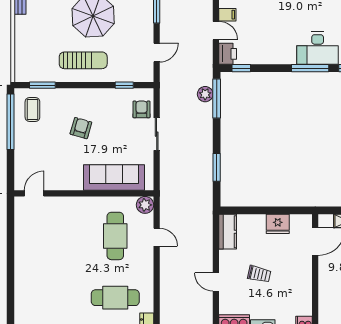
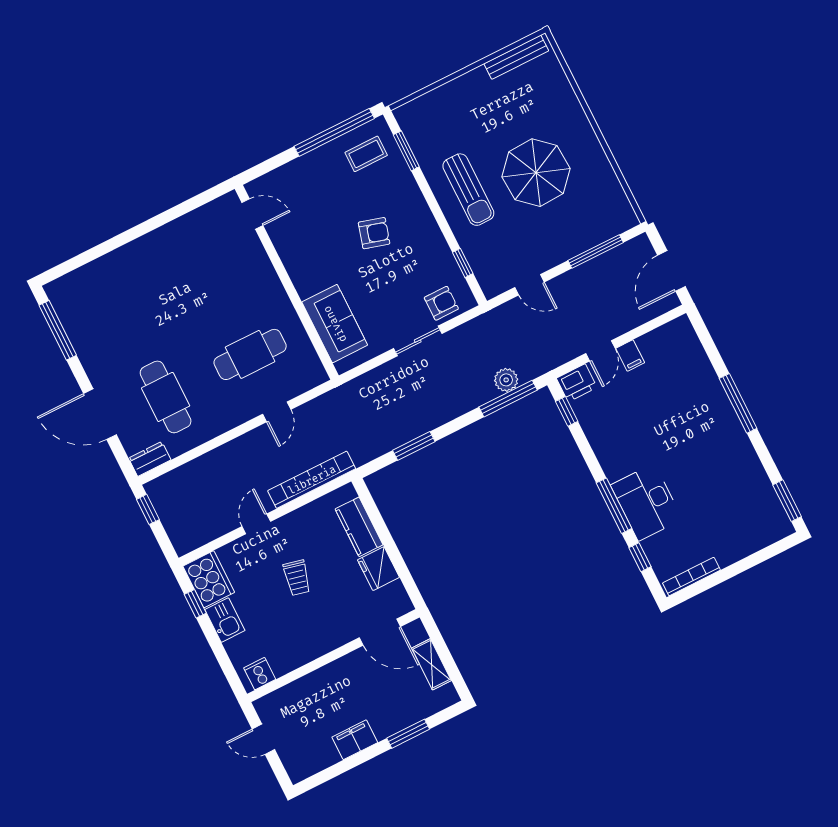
sofa: (114, 178) -> (335, 324), width x0.73
plant: (145, 205) -> (313, 374), removed
kitchen counter: (228, 232) -> (359, 527), moved, turned 90
bookcase: (206, 237) -> (312, 480), added

